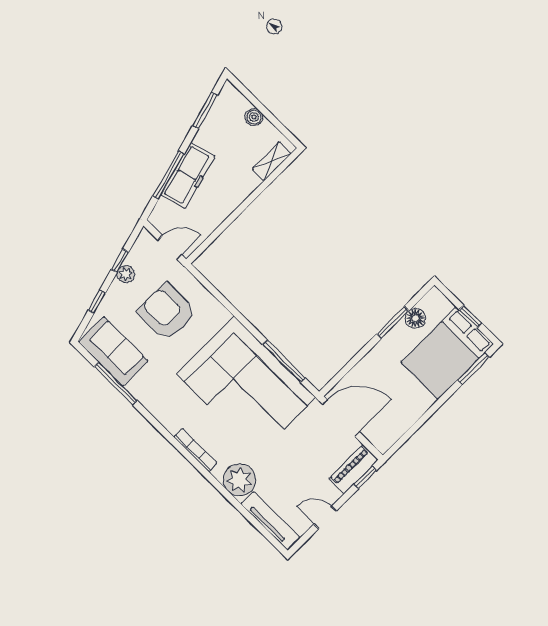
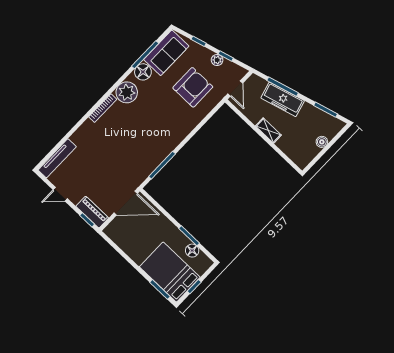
shelving: (272, 161) -> (268, 130), moved
corner sofa: (246, 386) -> (146, 140), removed
floor lamp: (142, 387) -> (143, 72), added
door: (341, 418) -> (126, 203), hinge flipped
plant: (239, 480) -> (127, 92), moved
door: (325, 517) -> (60, 194), swing flipped

